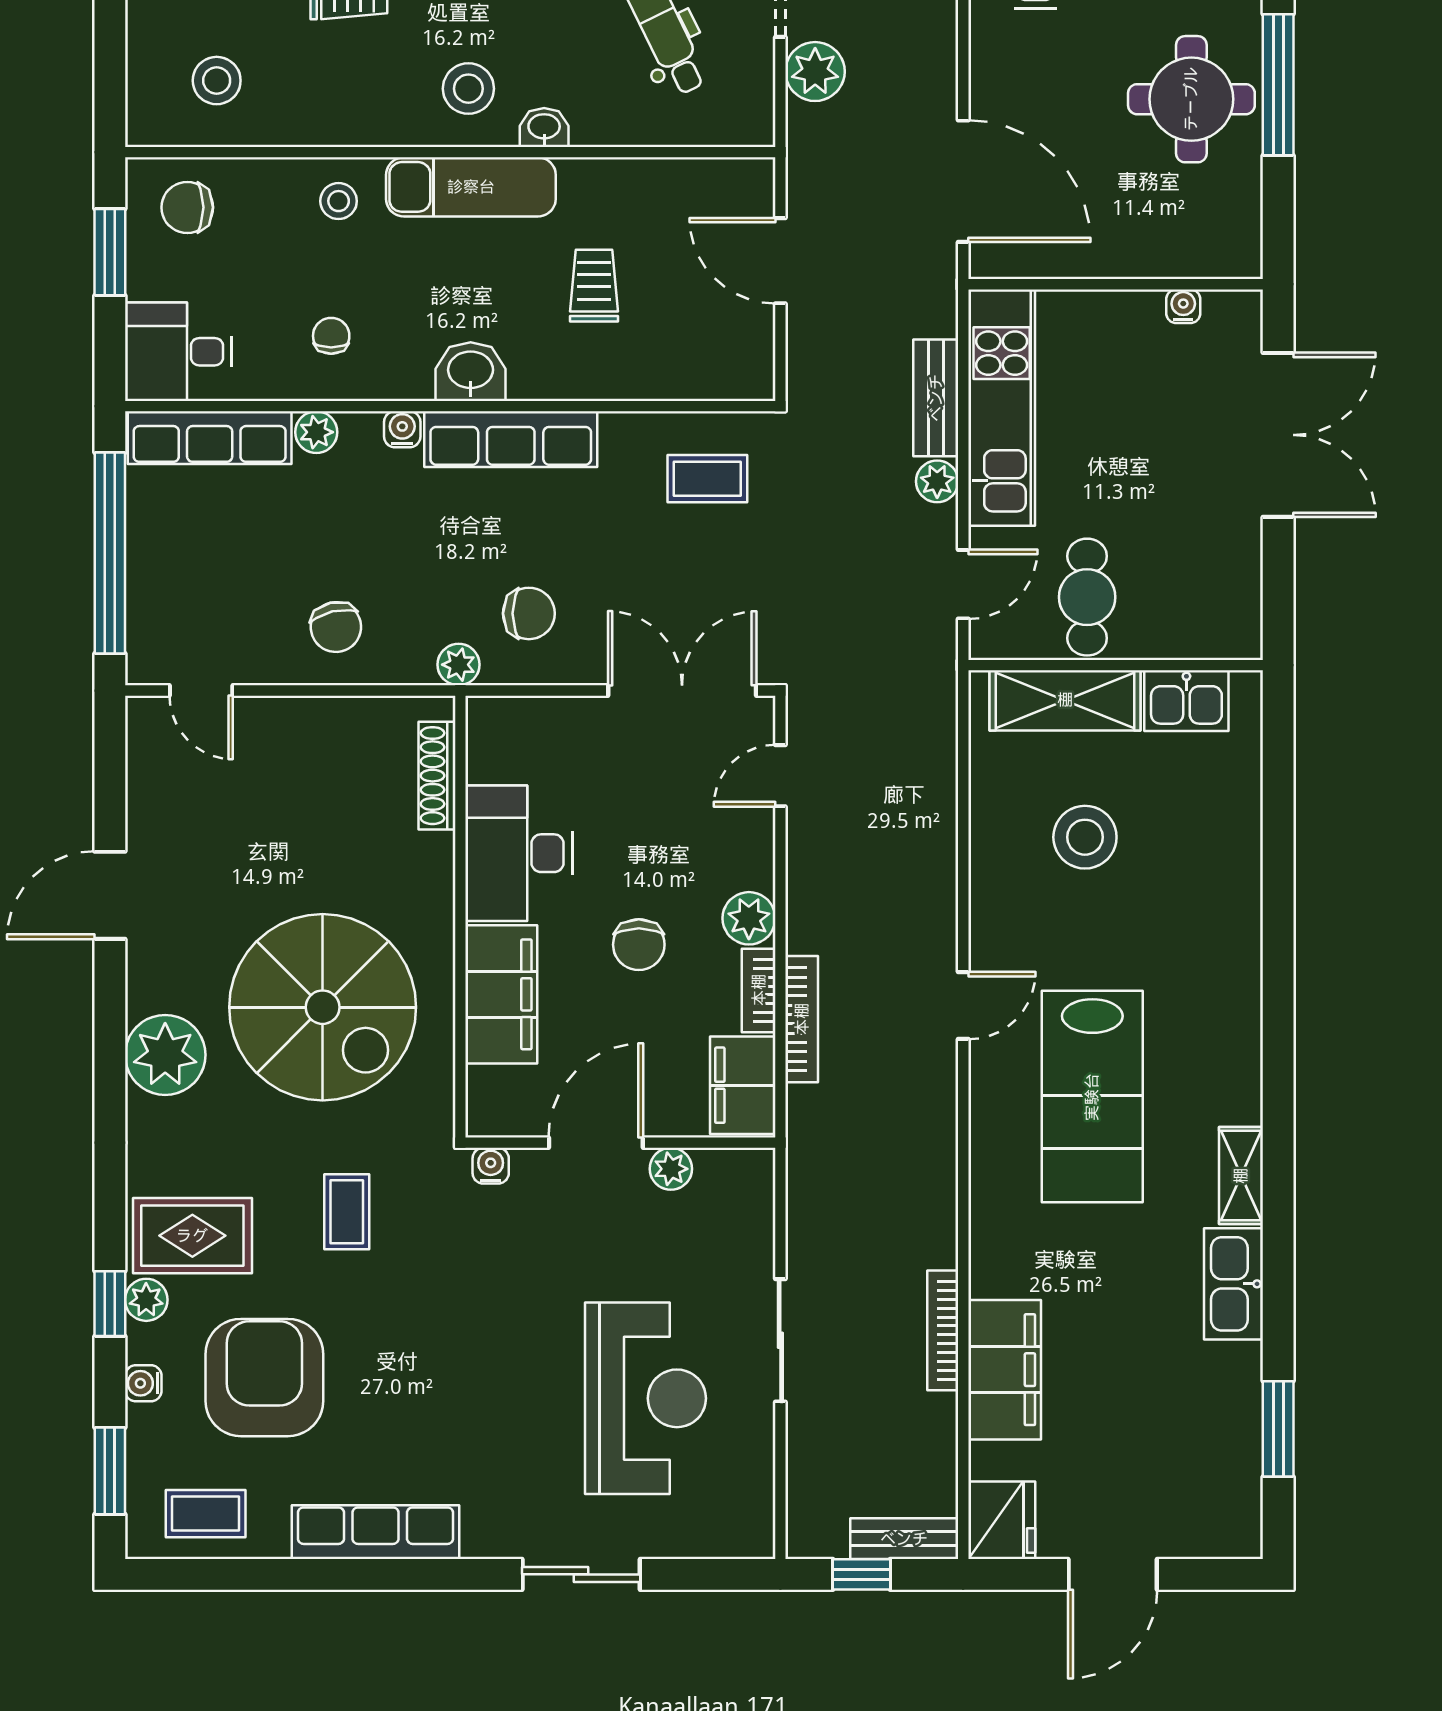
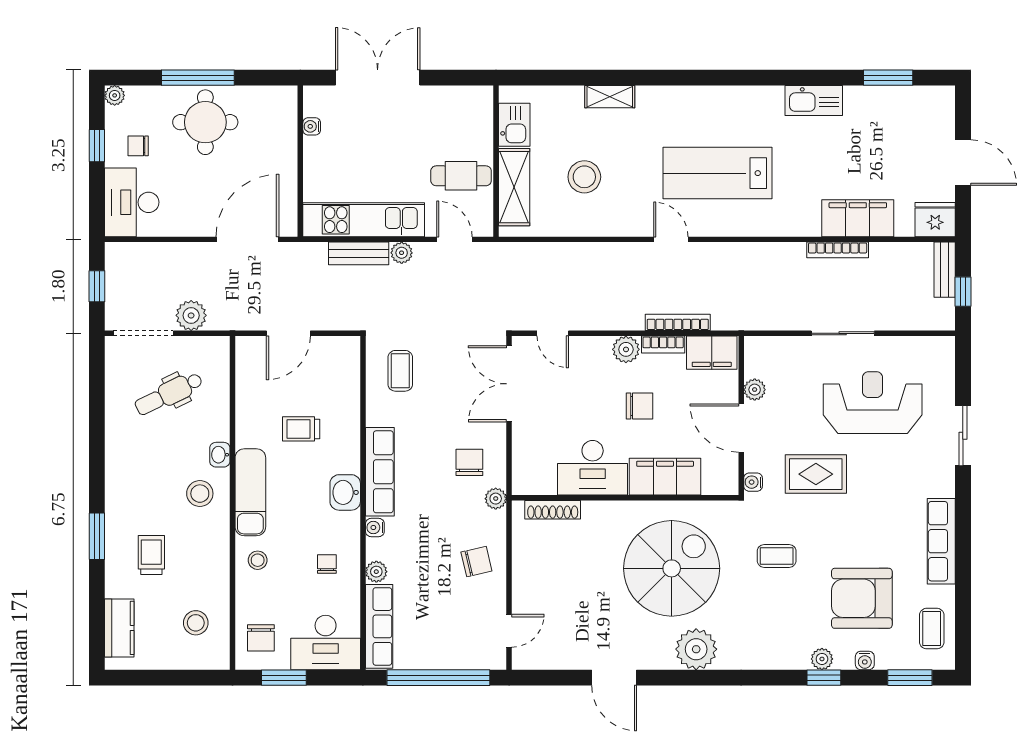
chair: (331, 336) -> (327, 564), turned 90
desk: (178, 352) -> (326, 643), width x1.37
lab bench: (1092, 1097) -> (718, 173), turned 180
shelving: (1241, 1176) -> (610, 97), moved
rug: (192, 1236) -> (816, 474), moved, turned 90

